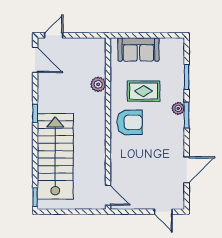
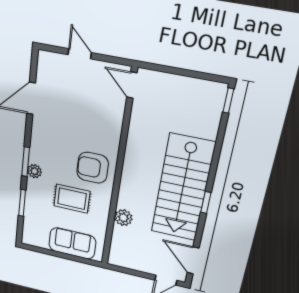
stairs: (55, 156) -> (183, 188), moved
door: (163, 212) -> (80, 54), moved

